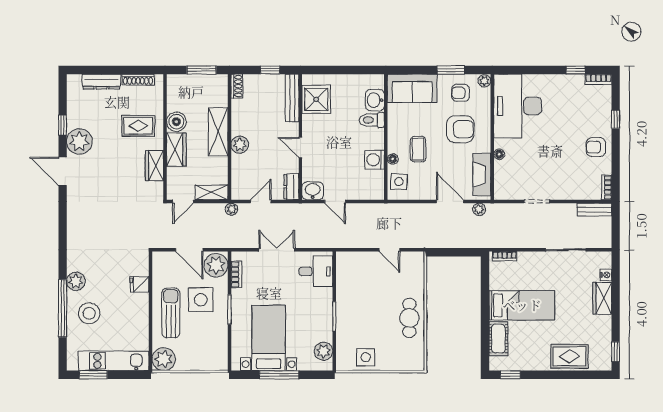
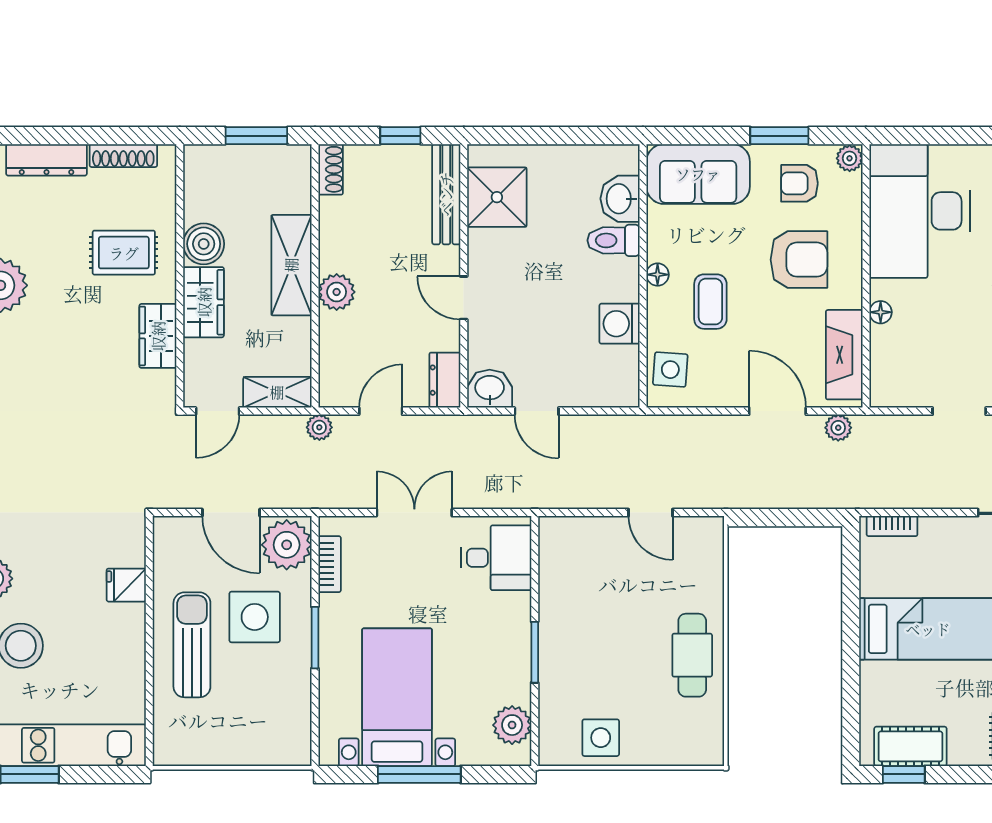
floor lamp: (393, 159) -> (658, 275), moved
cot: (498, 339) -> (910, 746), moved, turned 90
plant: (164, 359) -> (177, 742), removed

